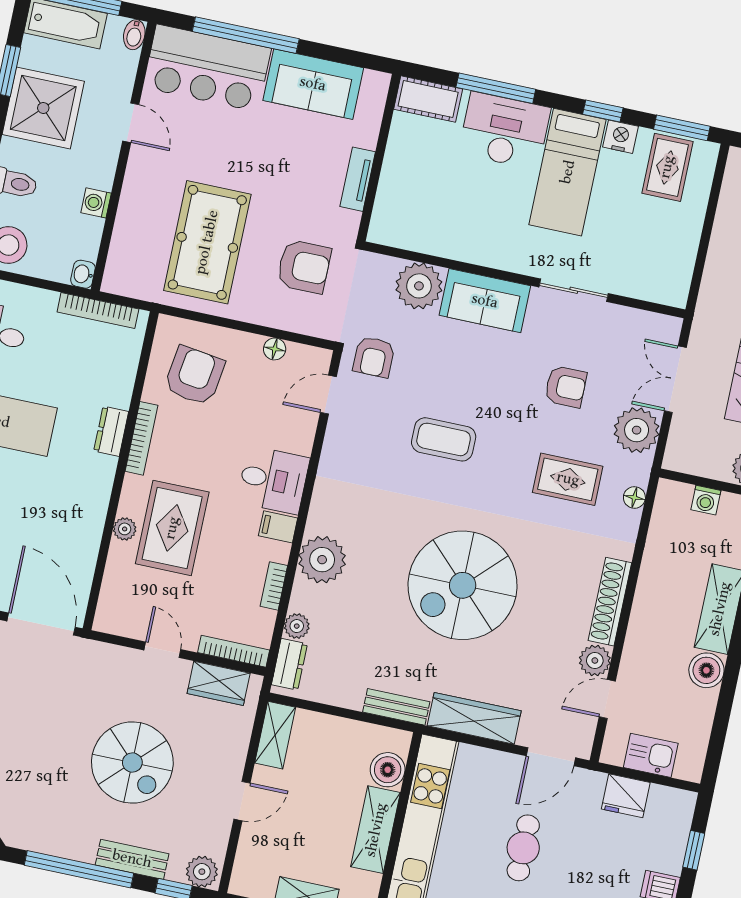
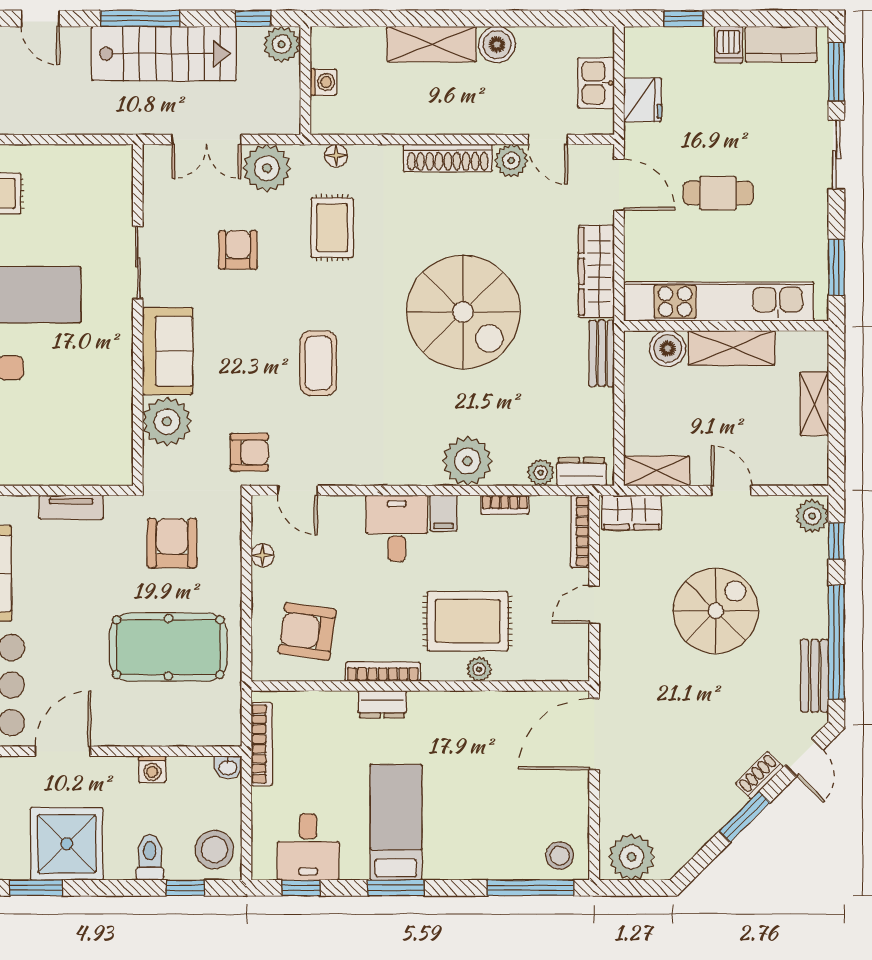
door: (131, 123) -> (63, 751), width x1.38
wardrobe: (219, 683) -> (632, 512), moved, turned 90
bench: (132, 859) -> (815, 676), moved

